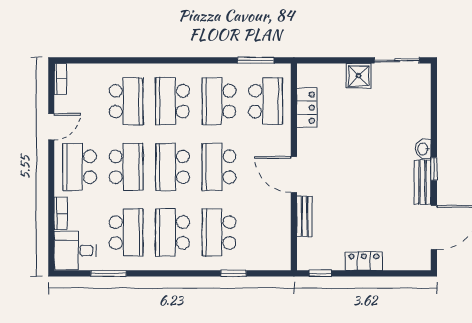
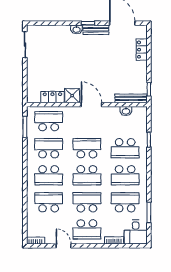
shower: (359, 76) -> (72, 96), moved
school desk: (219, 101) -> (49, 148), turned 180
school desk: (219, 167) -> (87, 148), turned 180
door: (294, 175) -> (91, 105), swing flipped
bench: (305, 216) -> (131, 98), moved, width x1.36
washbasin: (283, 234) -> (126, 111), added
locker: (364, 261) -> (142, 50), moved

